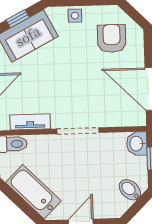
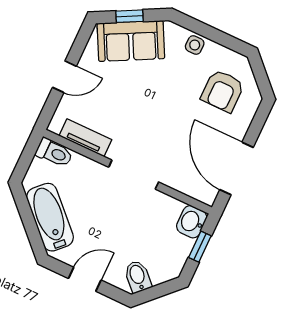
armchair: (112, 38) -> (223, 91), turned 180
bidet: (130, 190) -> (138, 276), moved

